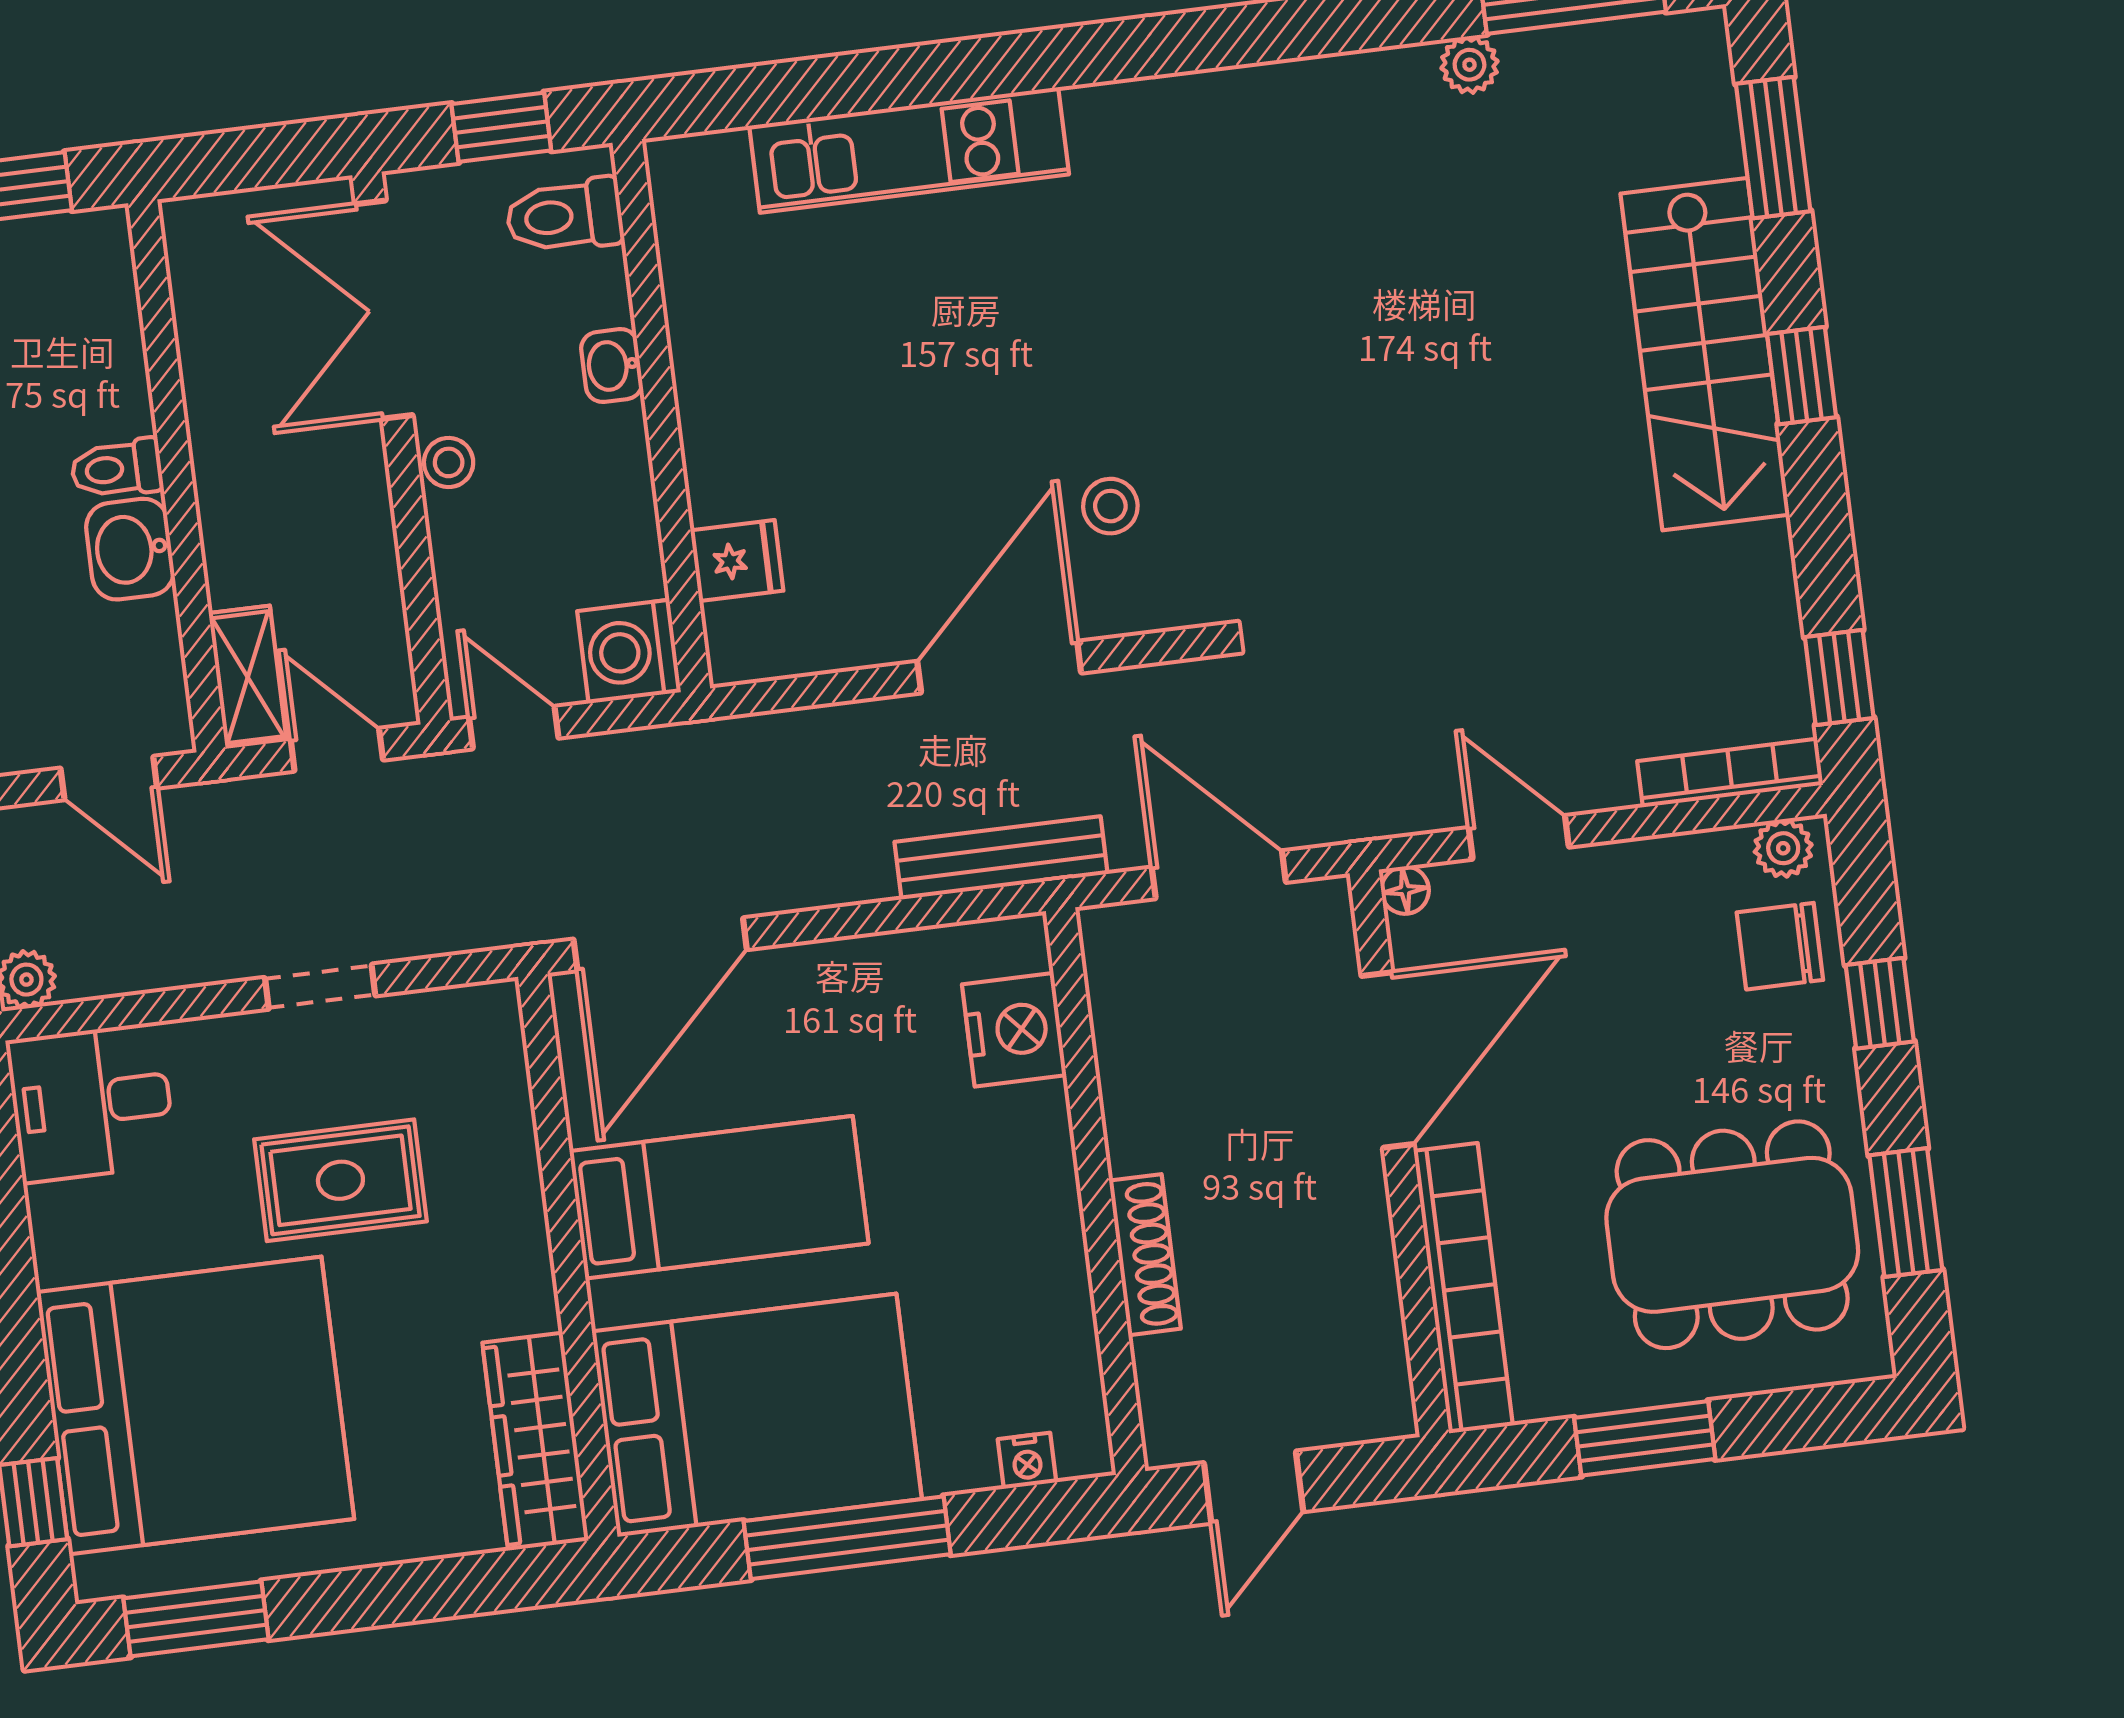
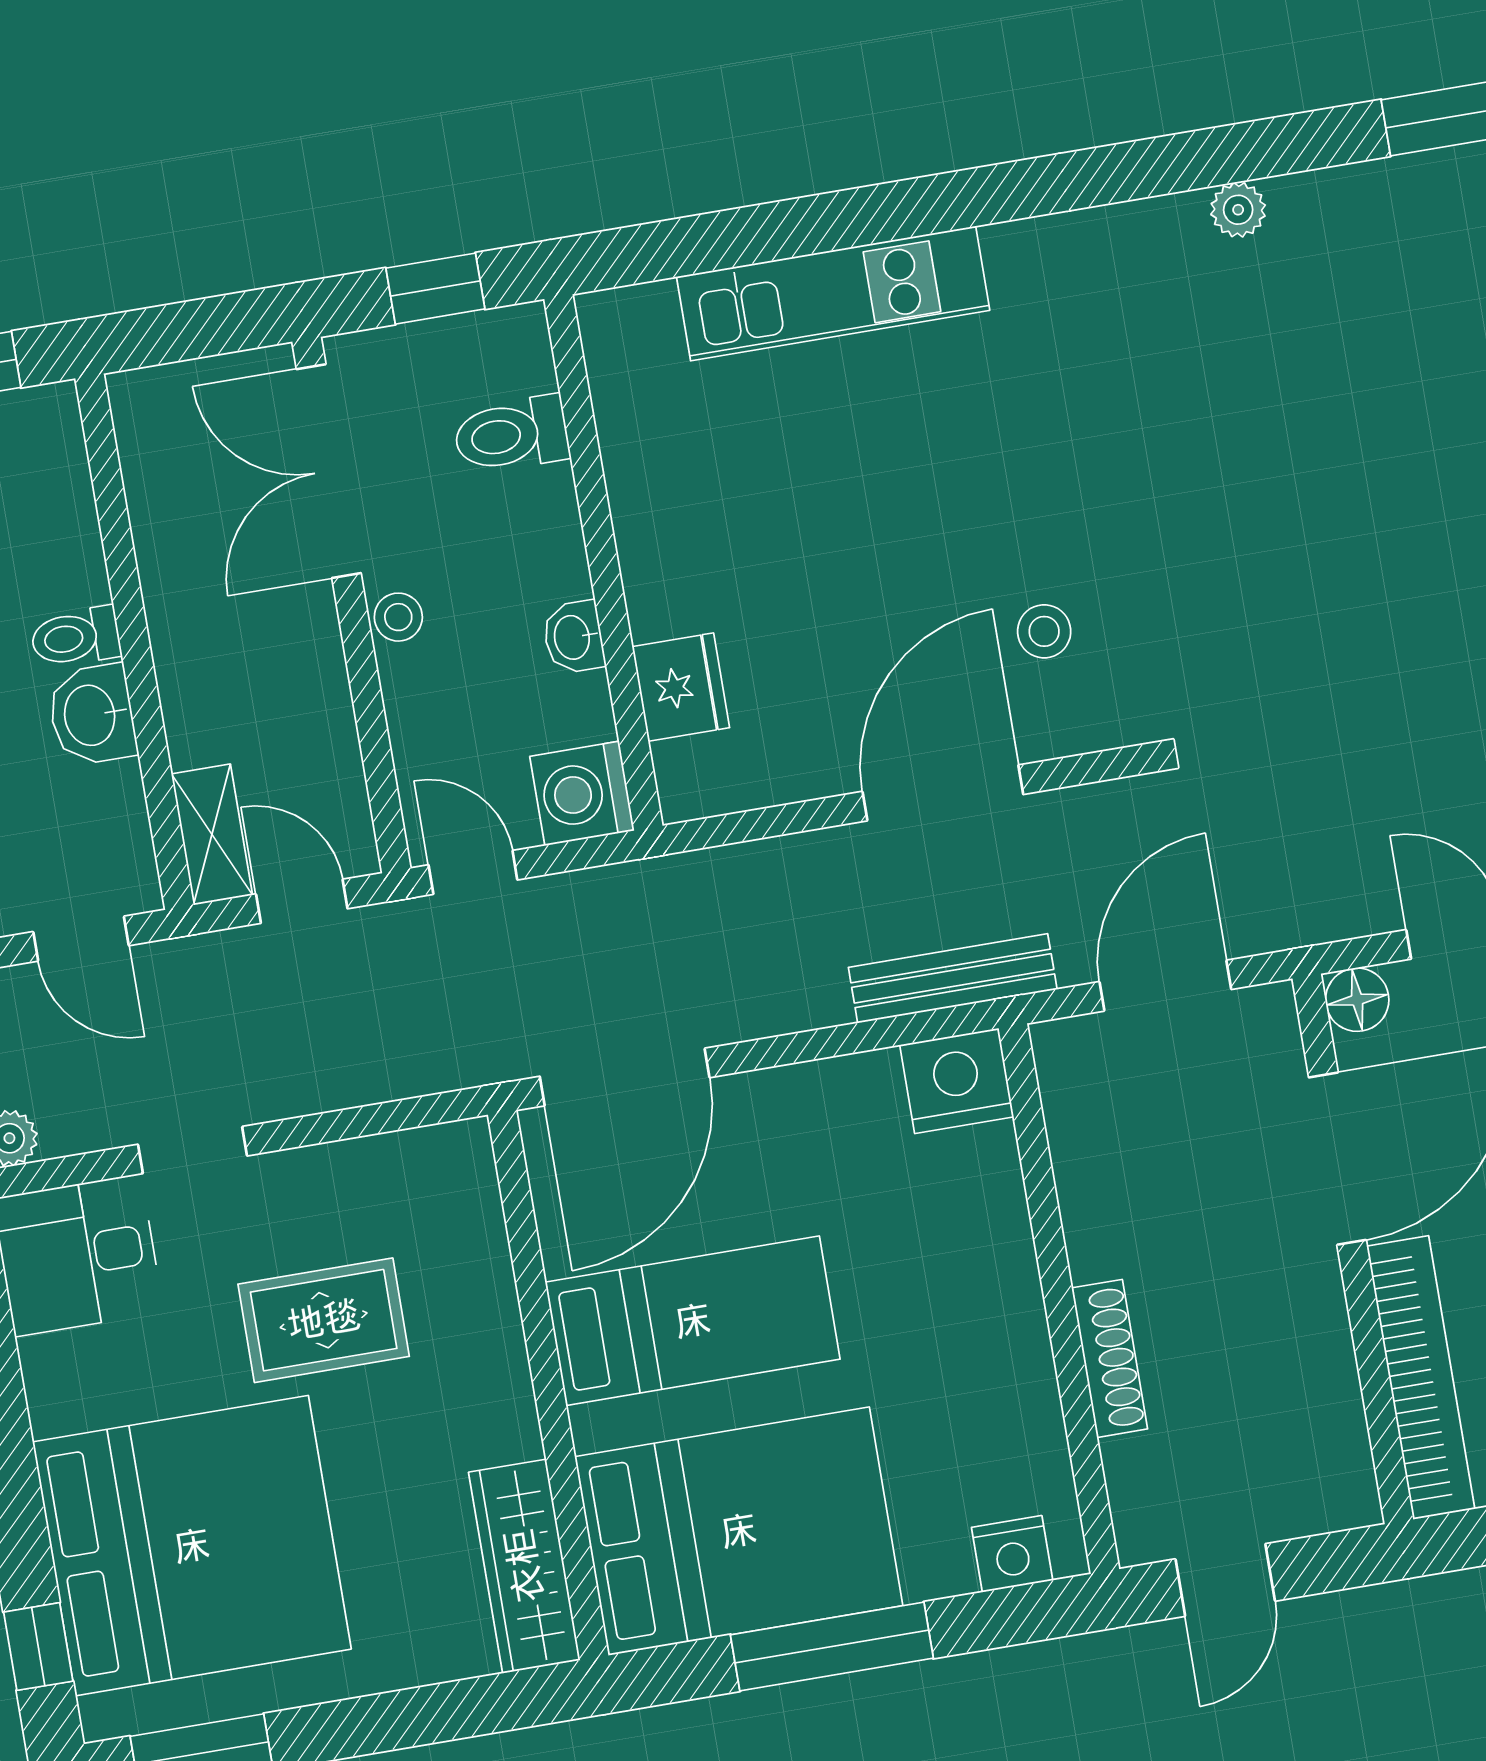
plant: (1469, 65) -> (1238, 210), moved
toilet: (565, 216) -> (511, 435), moved
washbasin: (612, 366) -> (573, 637), moved
fridge: (737, 561) -> (681, 687), width x1.38
door: (1219, 875) -> (1165, 986), hinge flipped
floor lamp: (1405, 890) -> (1357, 1000), width x1.37, depth x1.37
doorway: (320, 987) -> (192, 1150), moved
nightstand: (1014, 1030) -> (957, 1081), moved, turned -90
nightstand: (1027, 1461) -> (1012, 1554), width x1.39, depth x1.35

